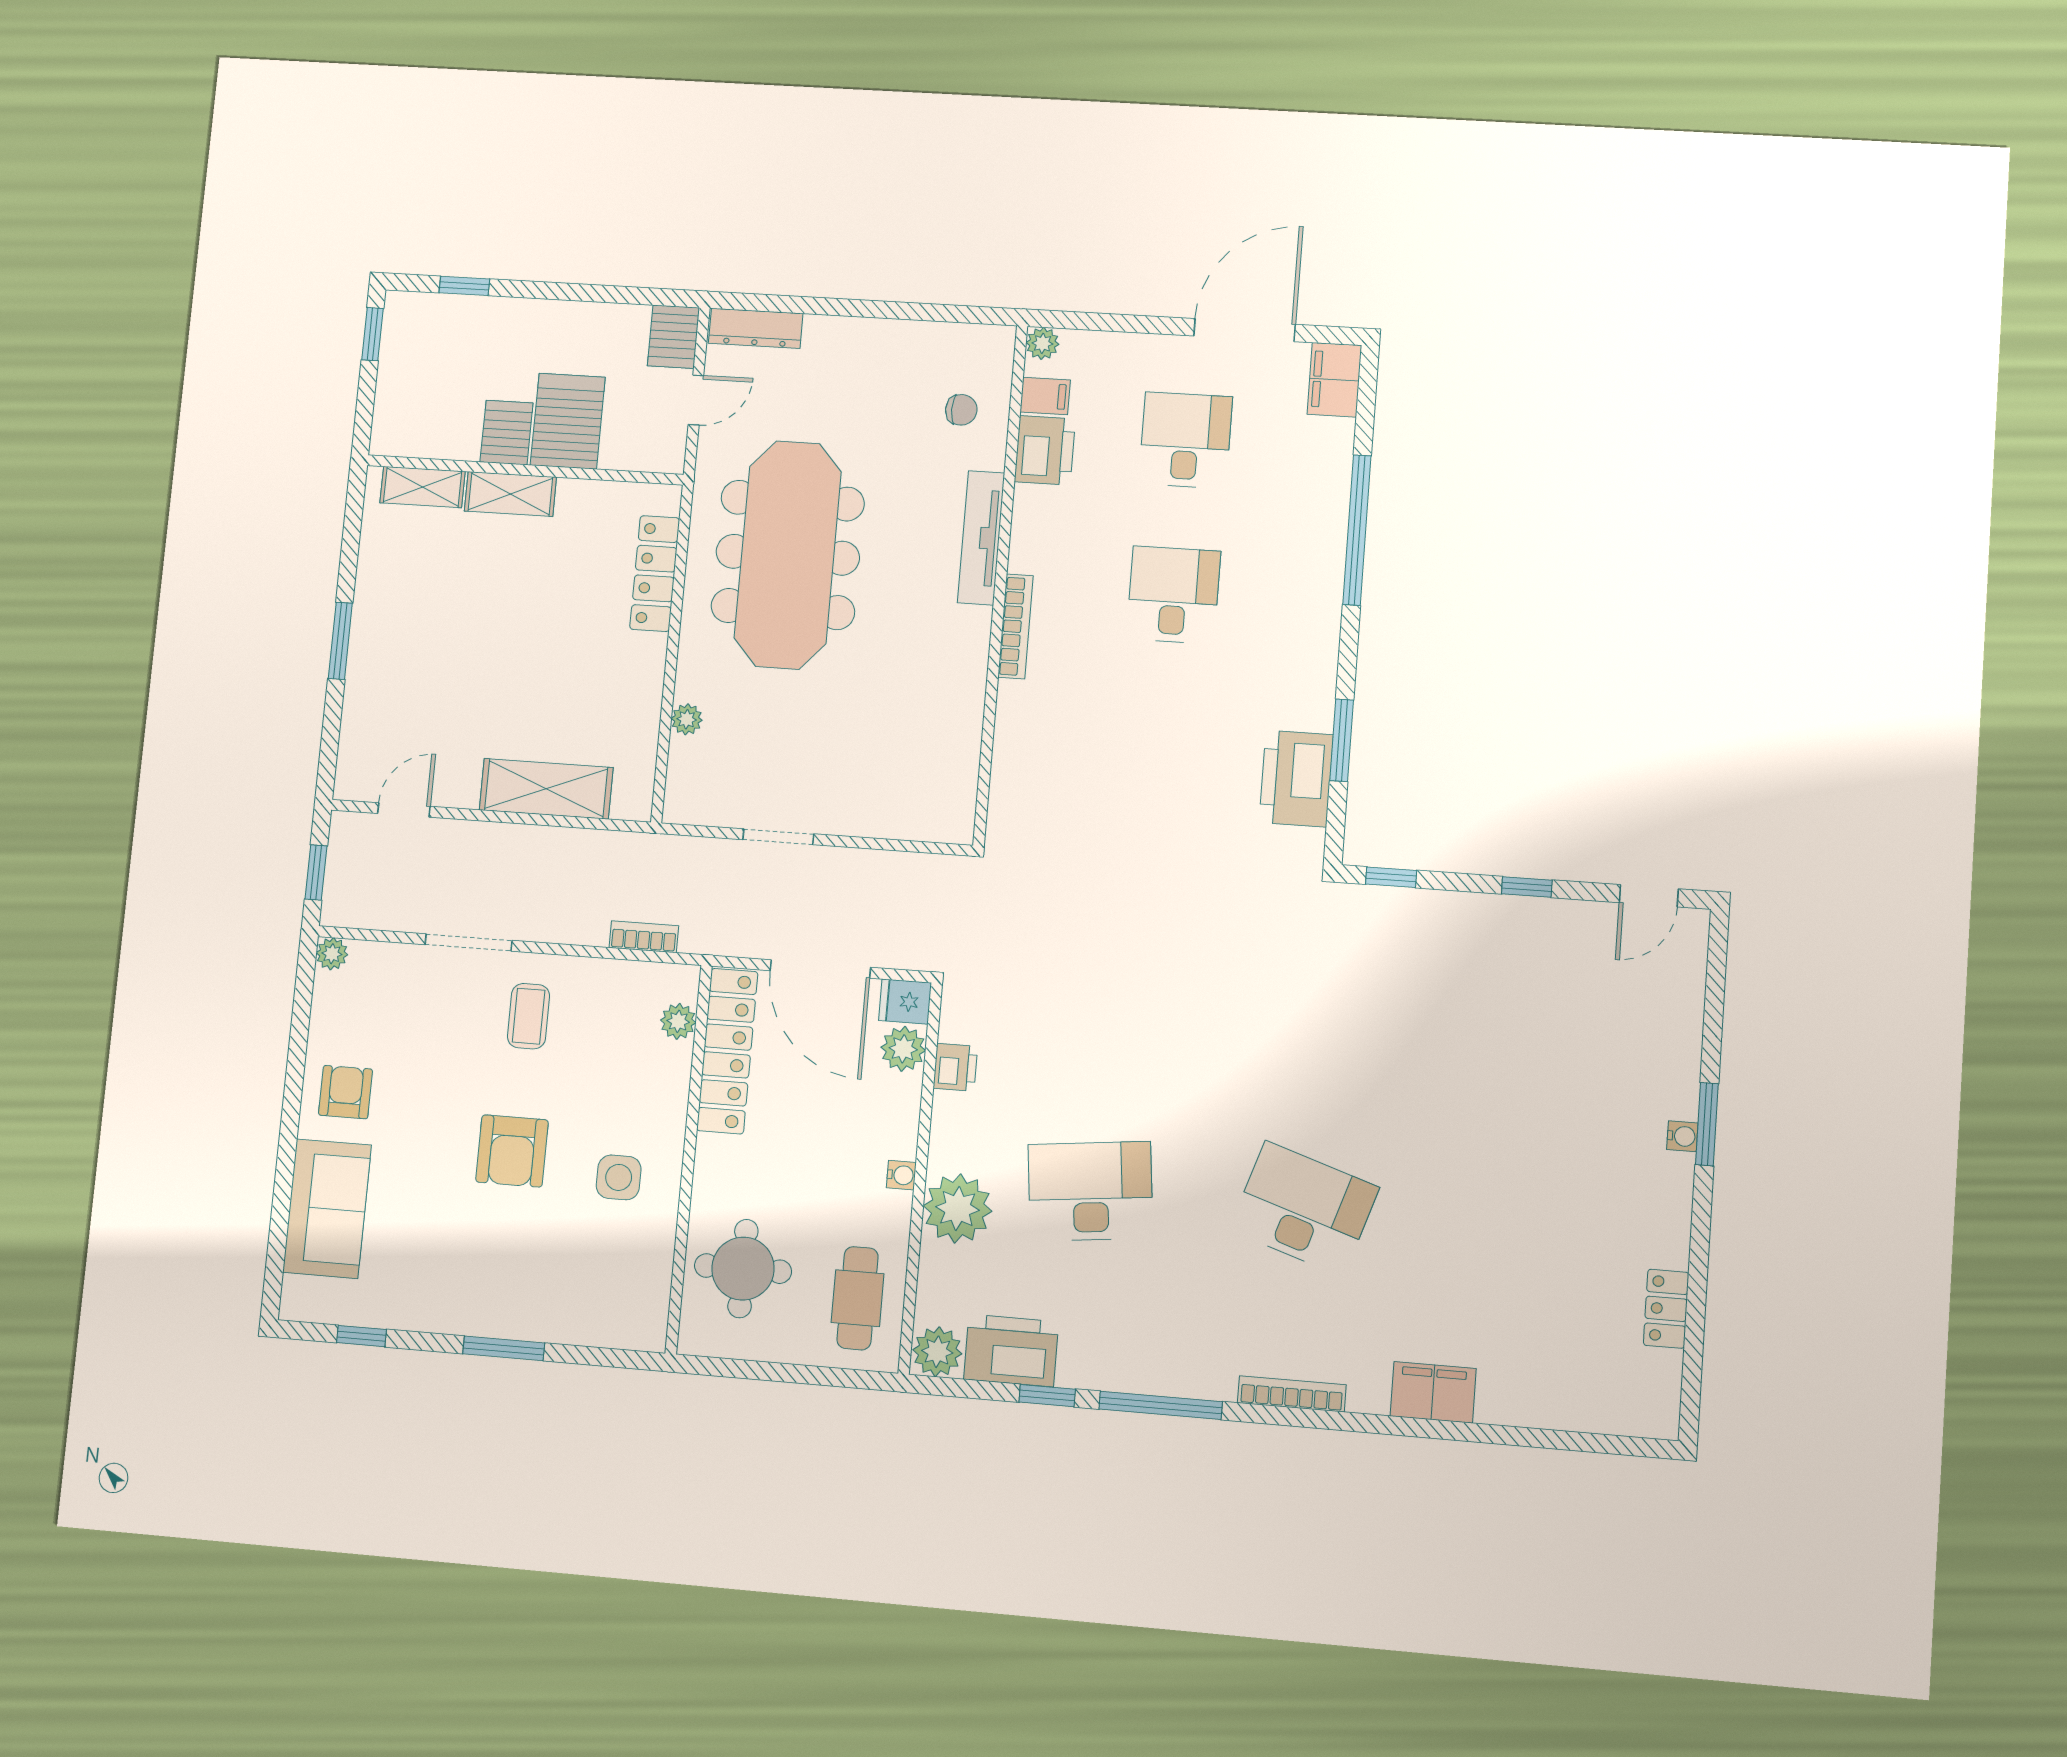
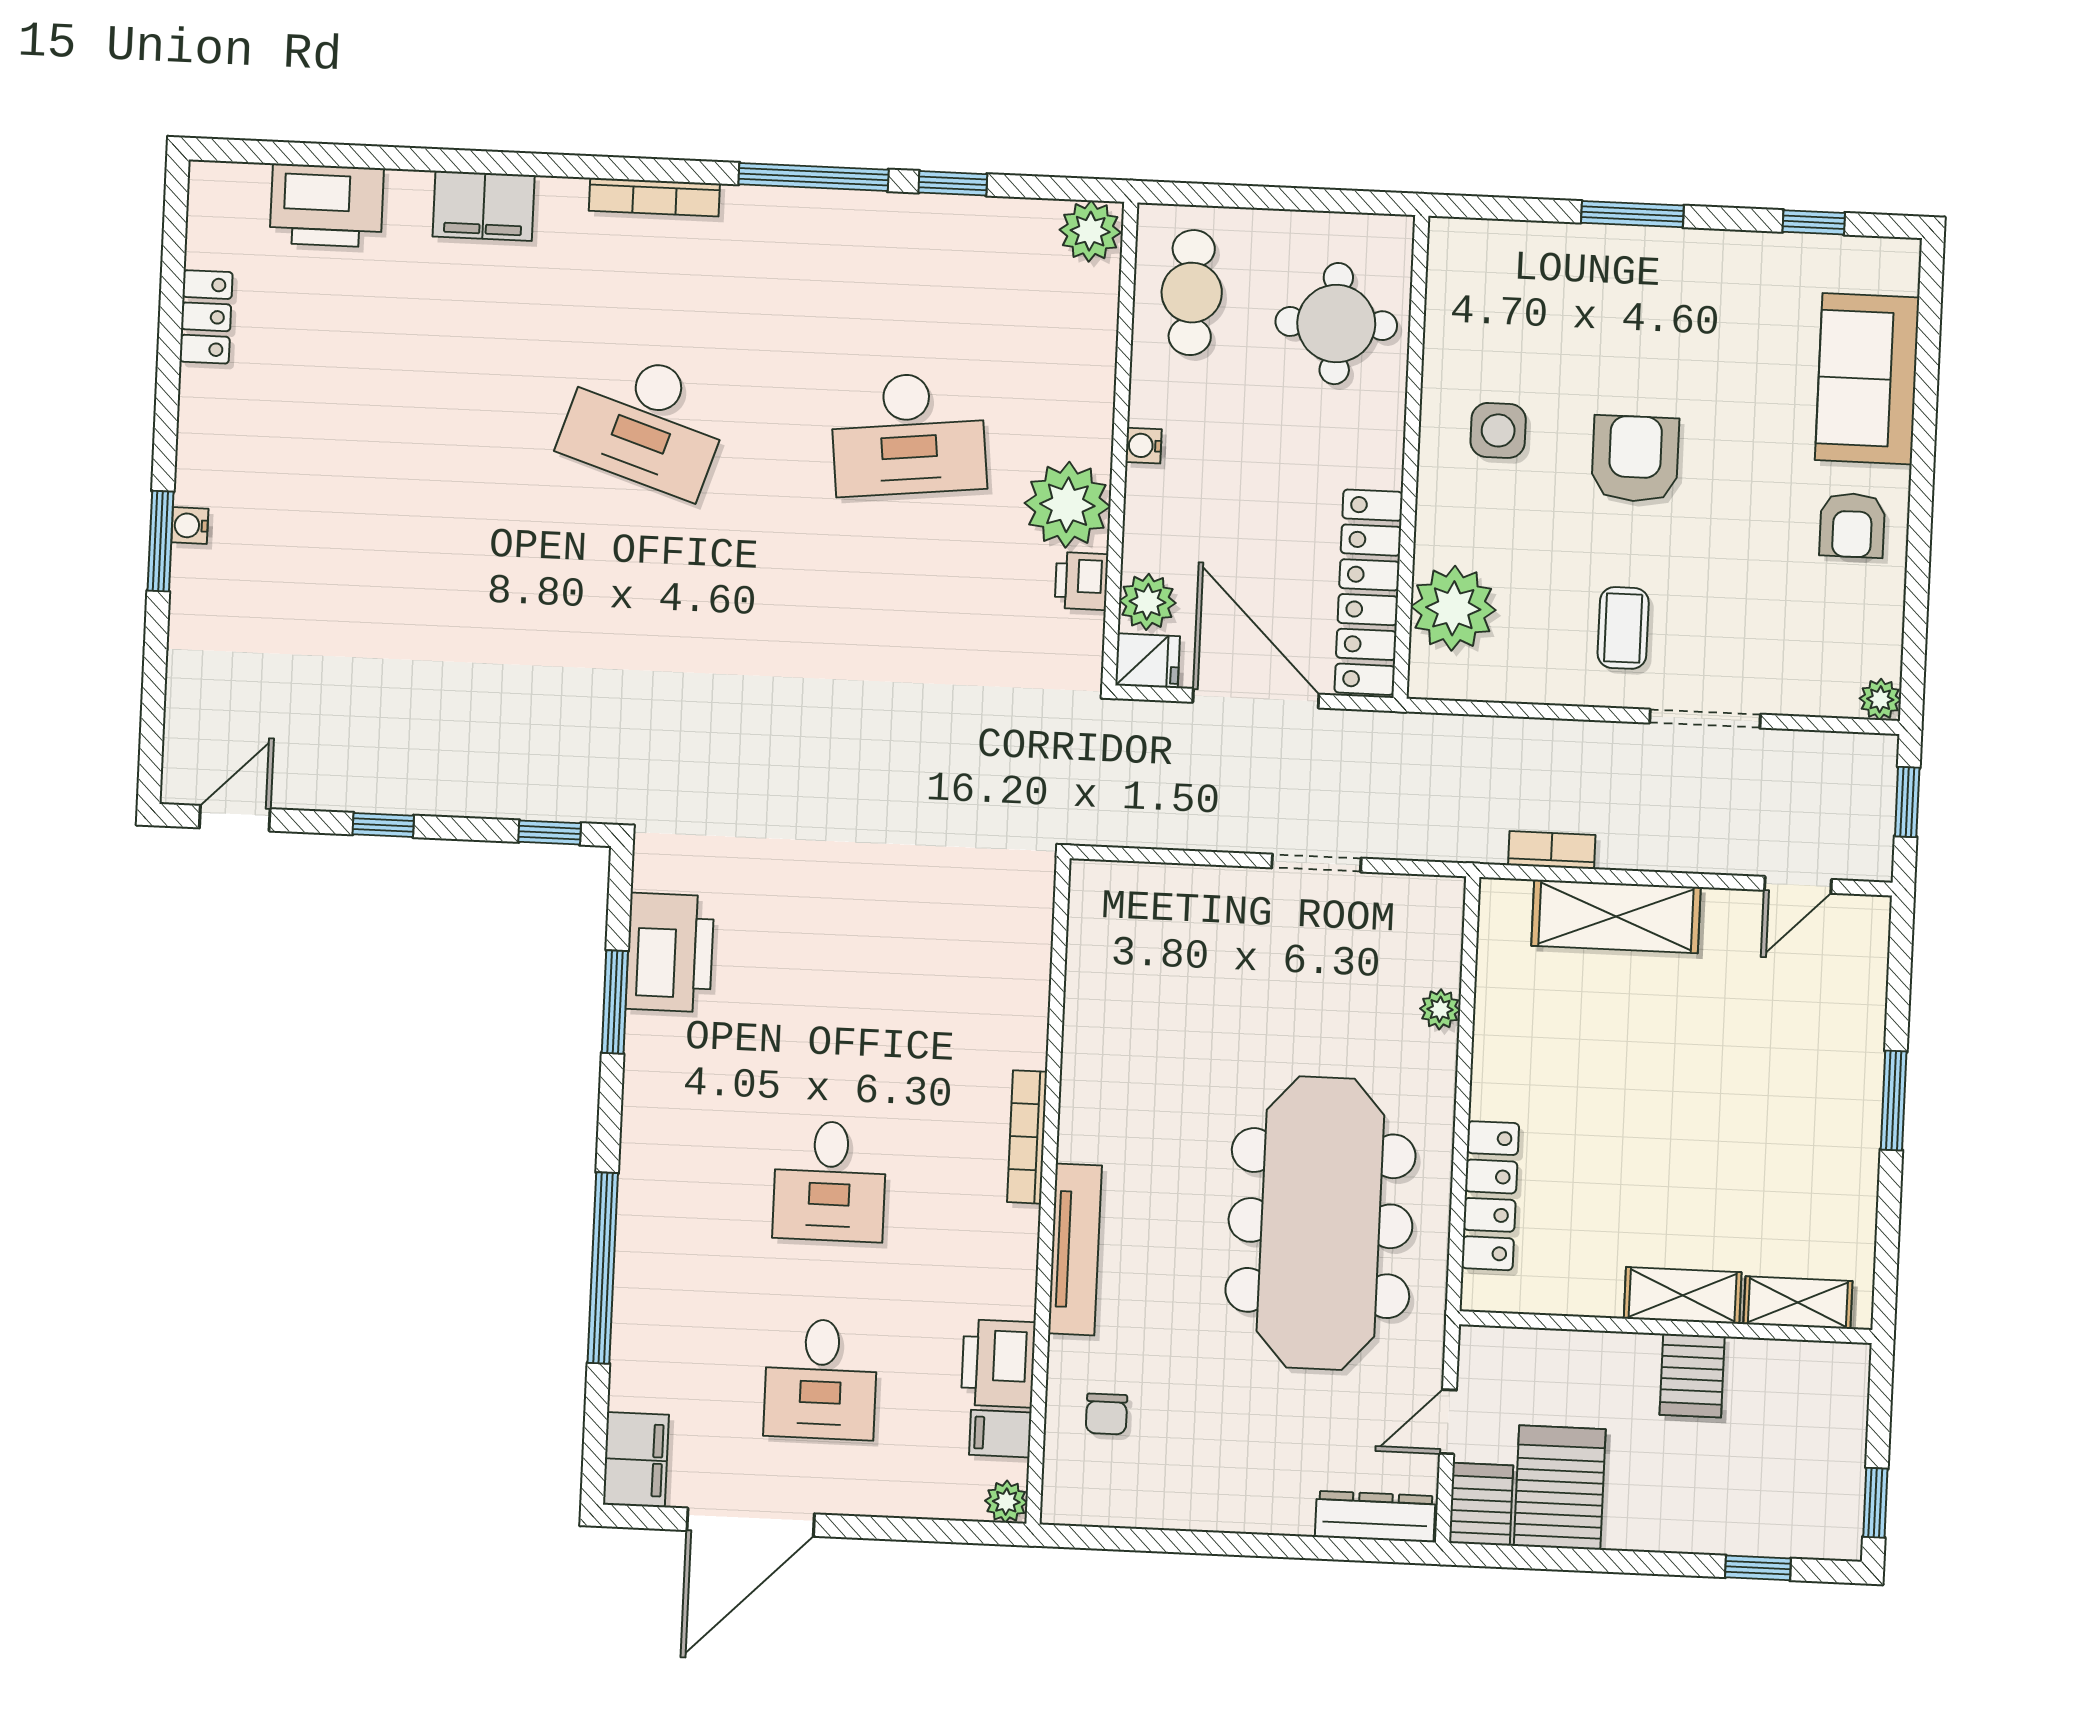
chair: (961, 410) -> (1106, 1414), turned -90
server rack: (568, 421) -> (1560, 1488), moved, turned 180
bookcase: (644, 937) -> (1552, 850), moved, turned 180
plant: (678, 1021) -> (1453, 608), width x1.88, depth x1.88
plant: (958, 1208) -> (1067, 505), moved
printer: (1011, 1350) -> (327, 206), moved

